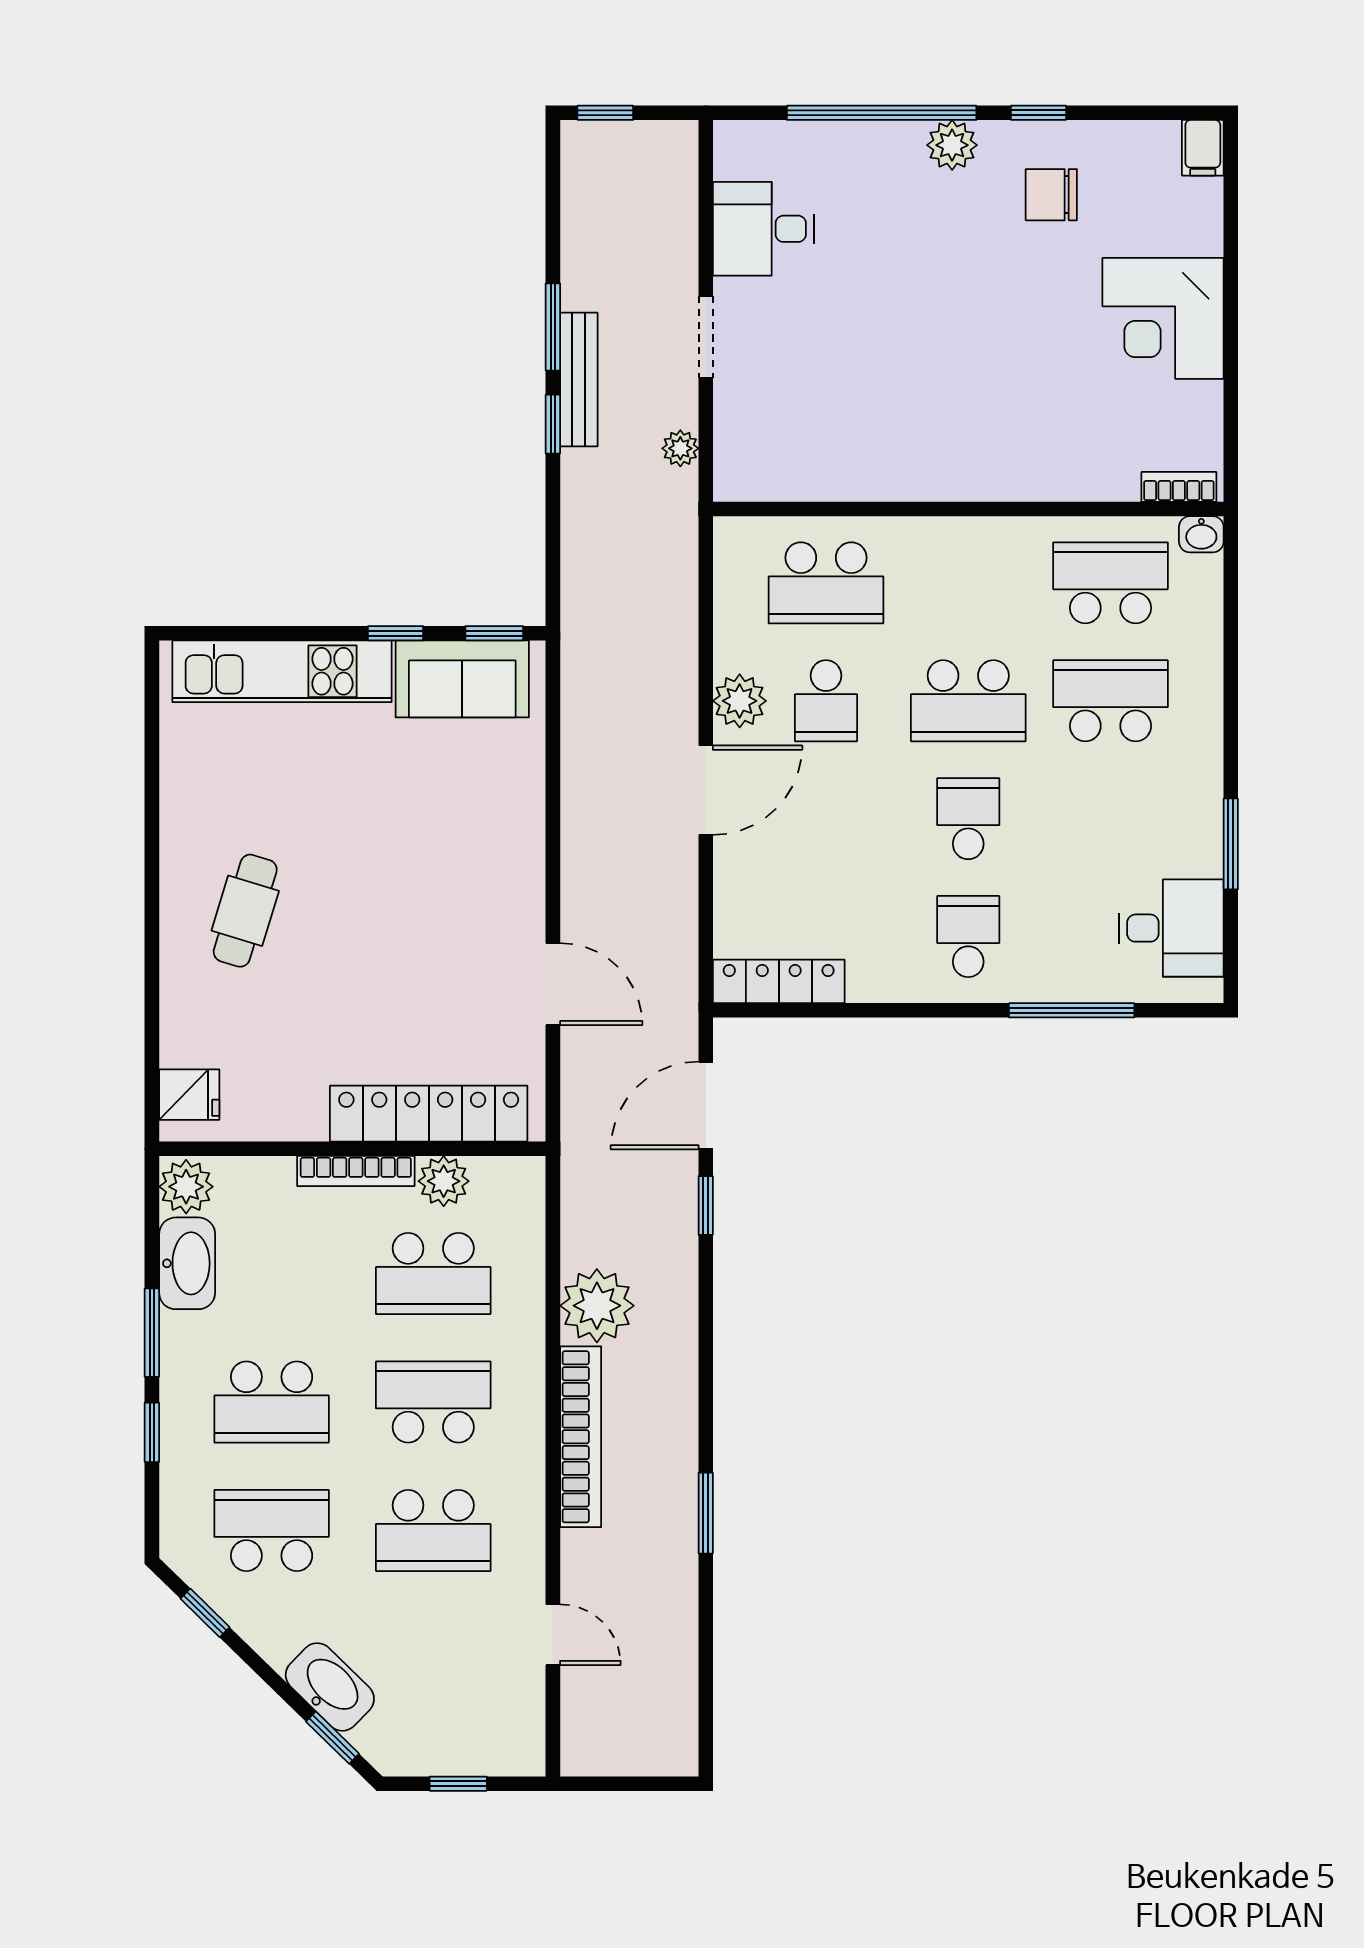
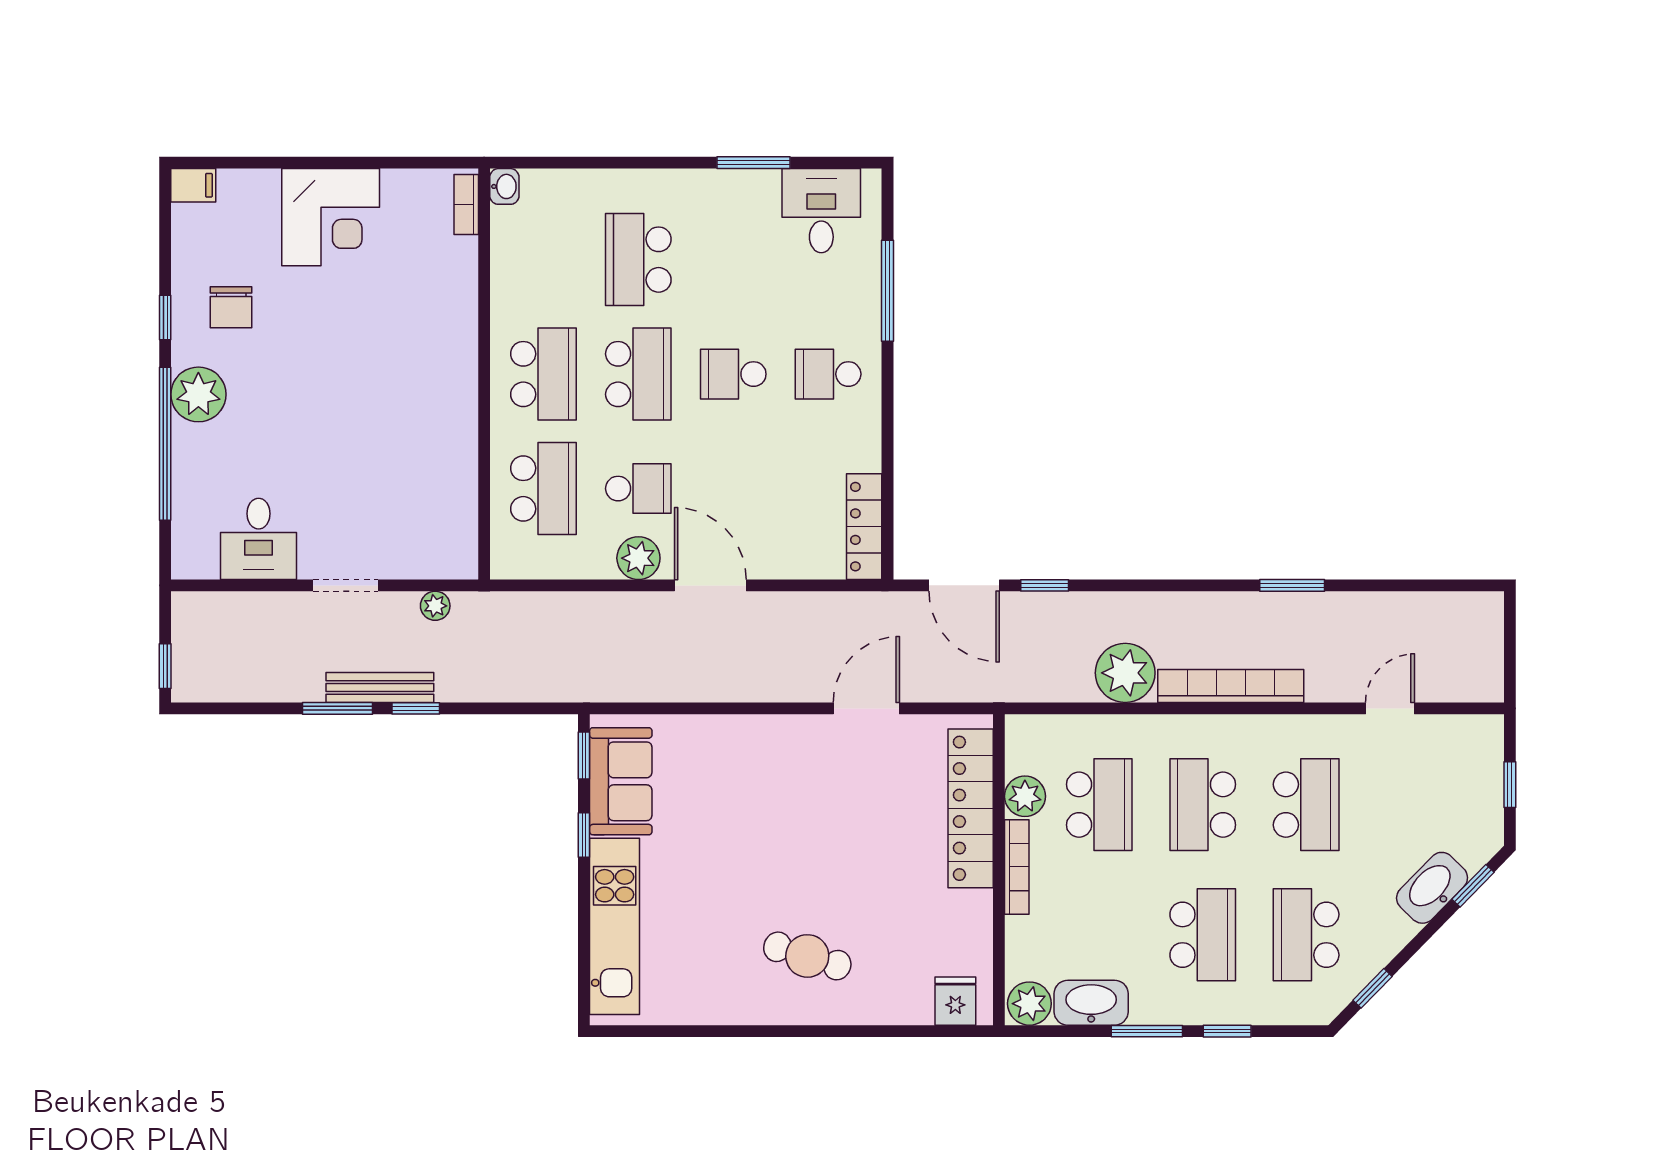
plant: (952, 145) -> (198, 394), width x1.36, depth x1.36
school desk: (1110, 583) -> (543, 374), moved, turned 180

